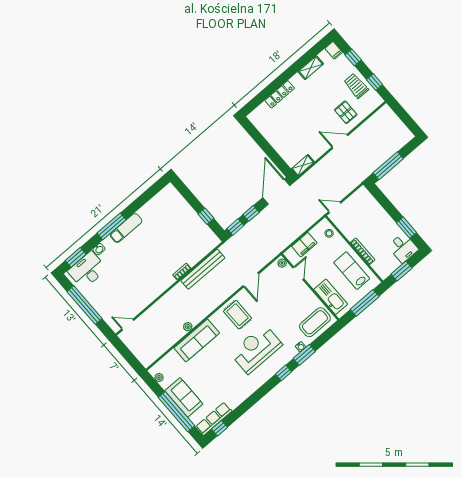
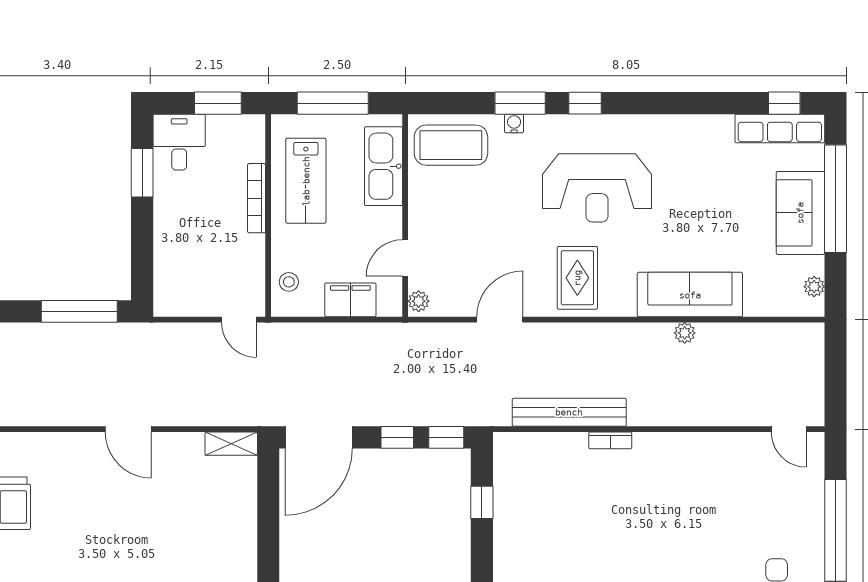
pallet: (346, 112) -> (73, 472), removed

